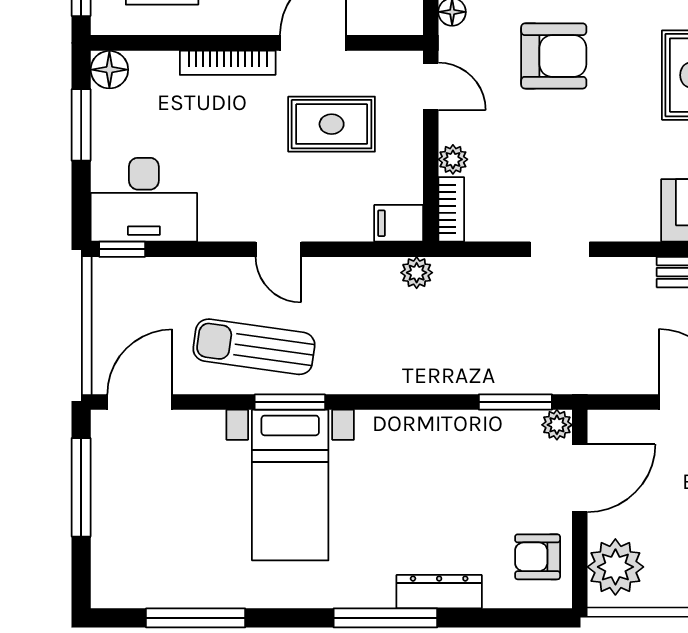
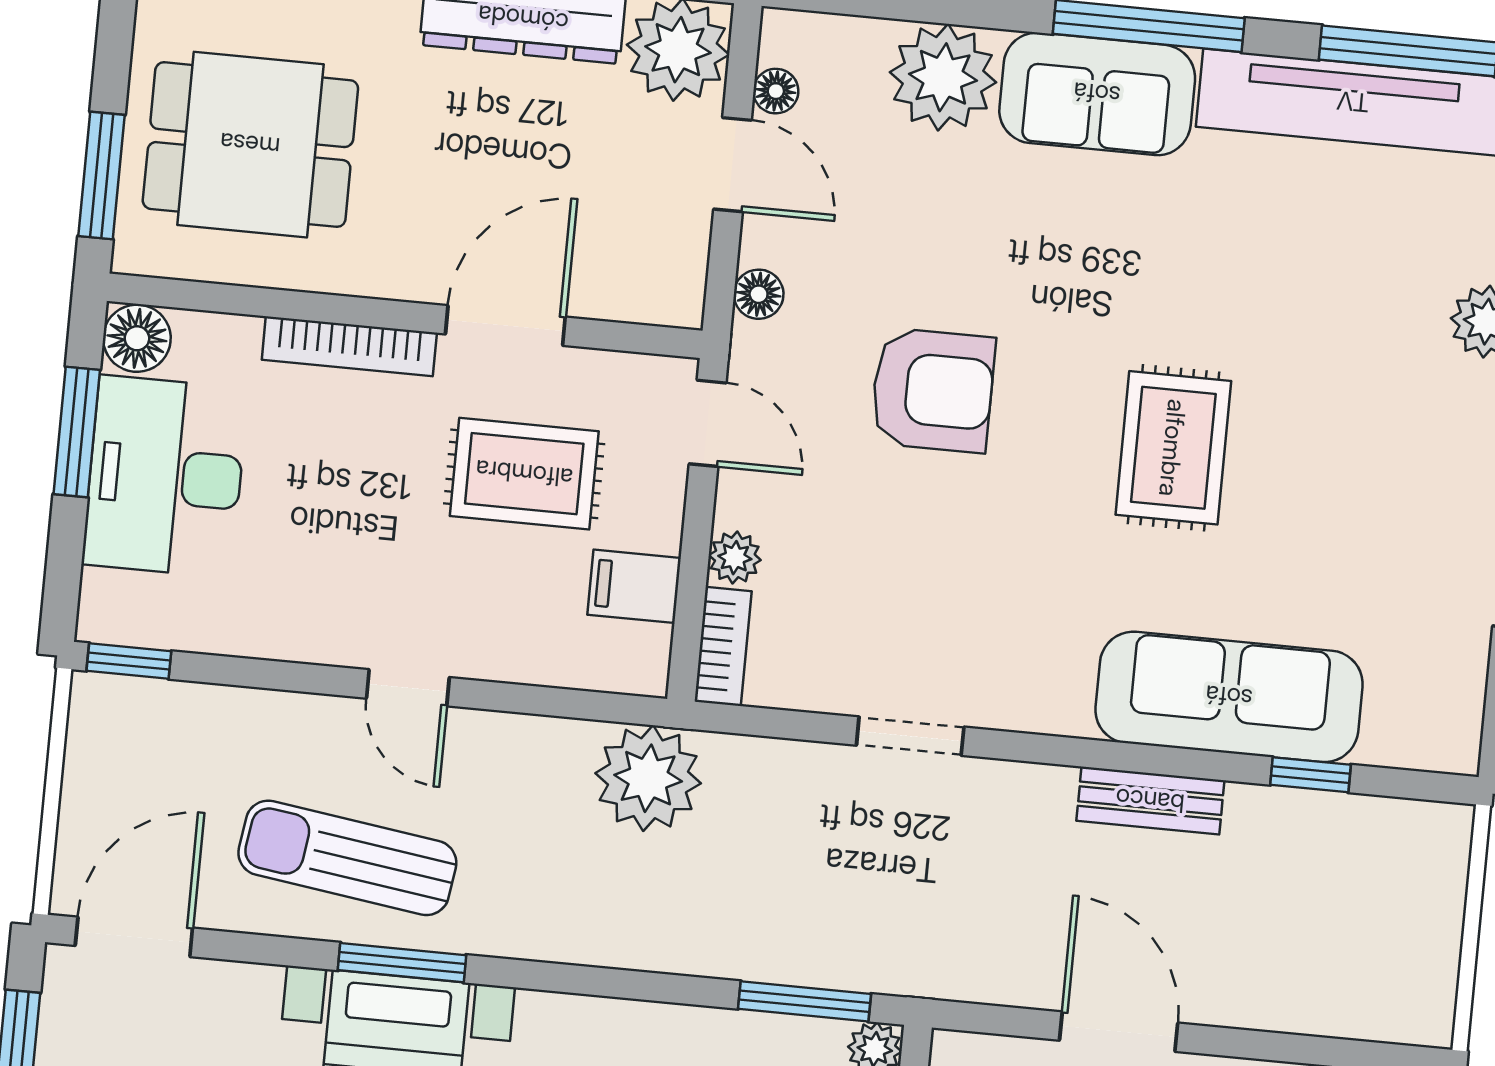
desk: (144, 200) -> (165, 476), moved, turned 90
filing cabinet: (399, 223) -> (634, 586), moved
plant: (417, 273) -> (648, 778), width x1.88, depth x1.88

